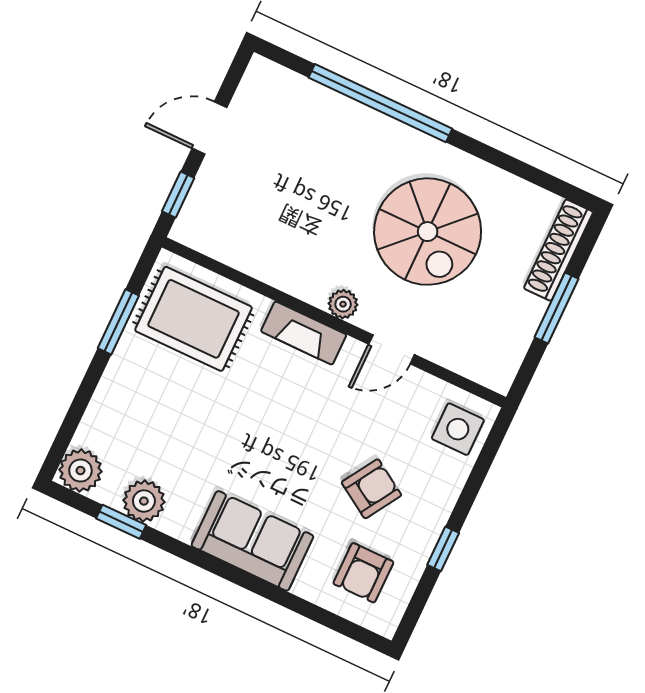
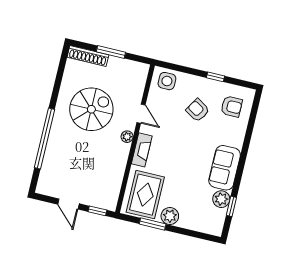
plant: (80, 471) -> (170, 216), moved
sofa: (252, 541) -> (225, 168), moved

